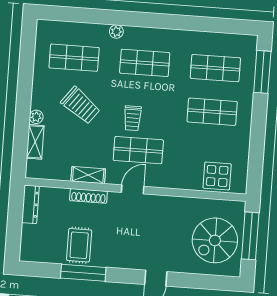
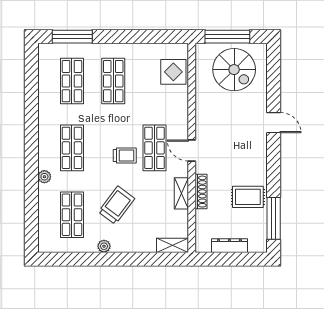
plant: (36, 117) -> (104, 246), moved
shelving: (35, 142) -> (173, 245), moved
dresser: (30, 204) -> (229, 246), moved
window: (83, 273) -> (274, 218), moved

